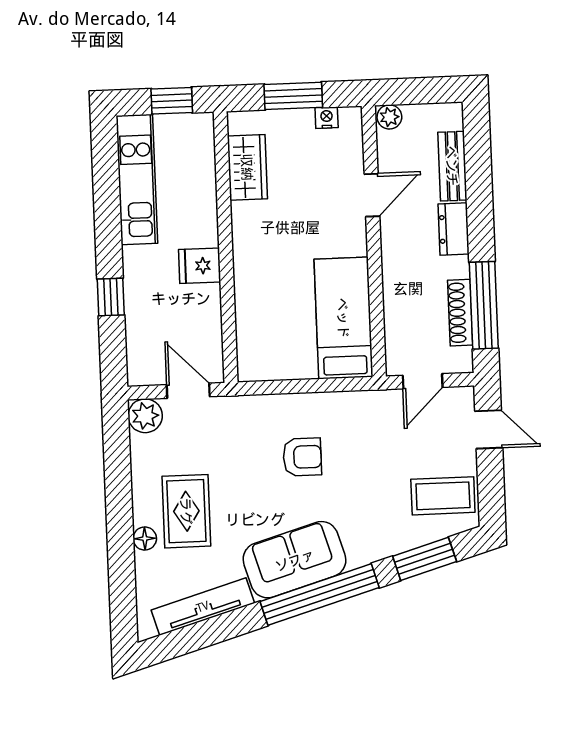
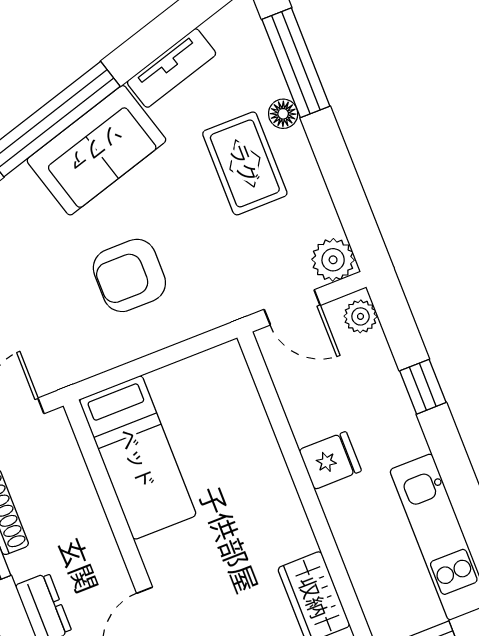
plant: (139, 366) -> (360, 316), added
armchair: (302, 457) -> (129, 275), width x1.38, depth x1.38
window: (122, 574) -> (296, 63), added
tv unit: (203, 607) -> (172, 68), width x0.71

